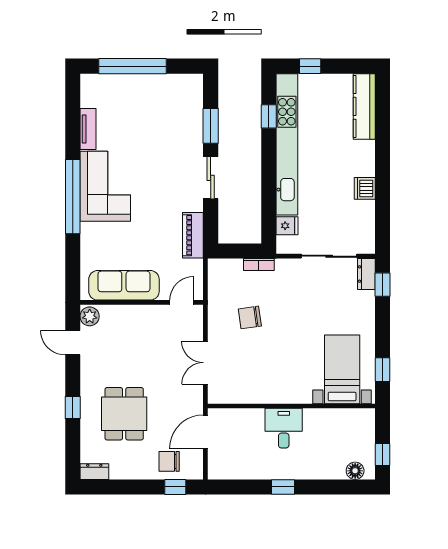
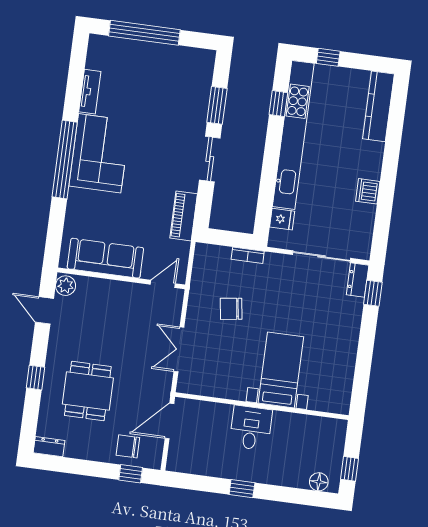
bed with nightstands: (342, 369) -> (281, 370), moved
window: (383, 370) -> (361, 381), removed

